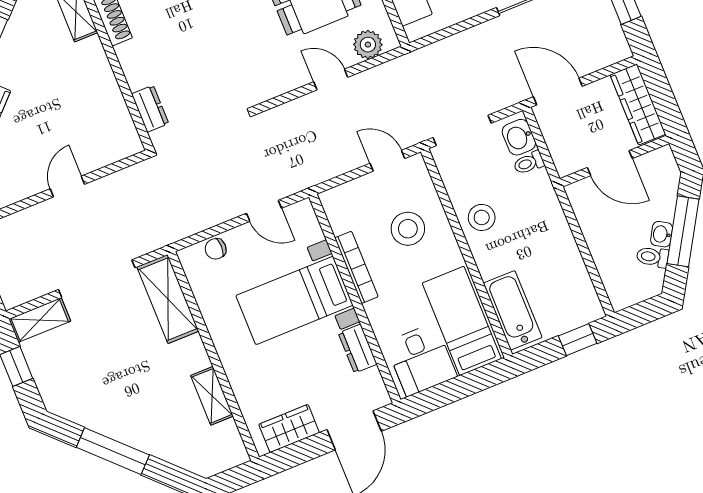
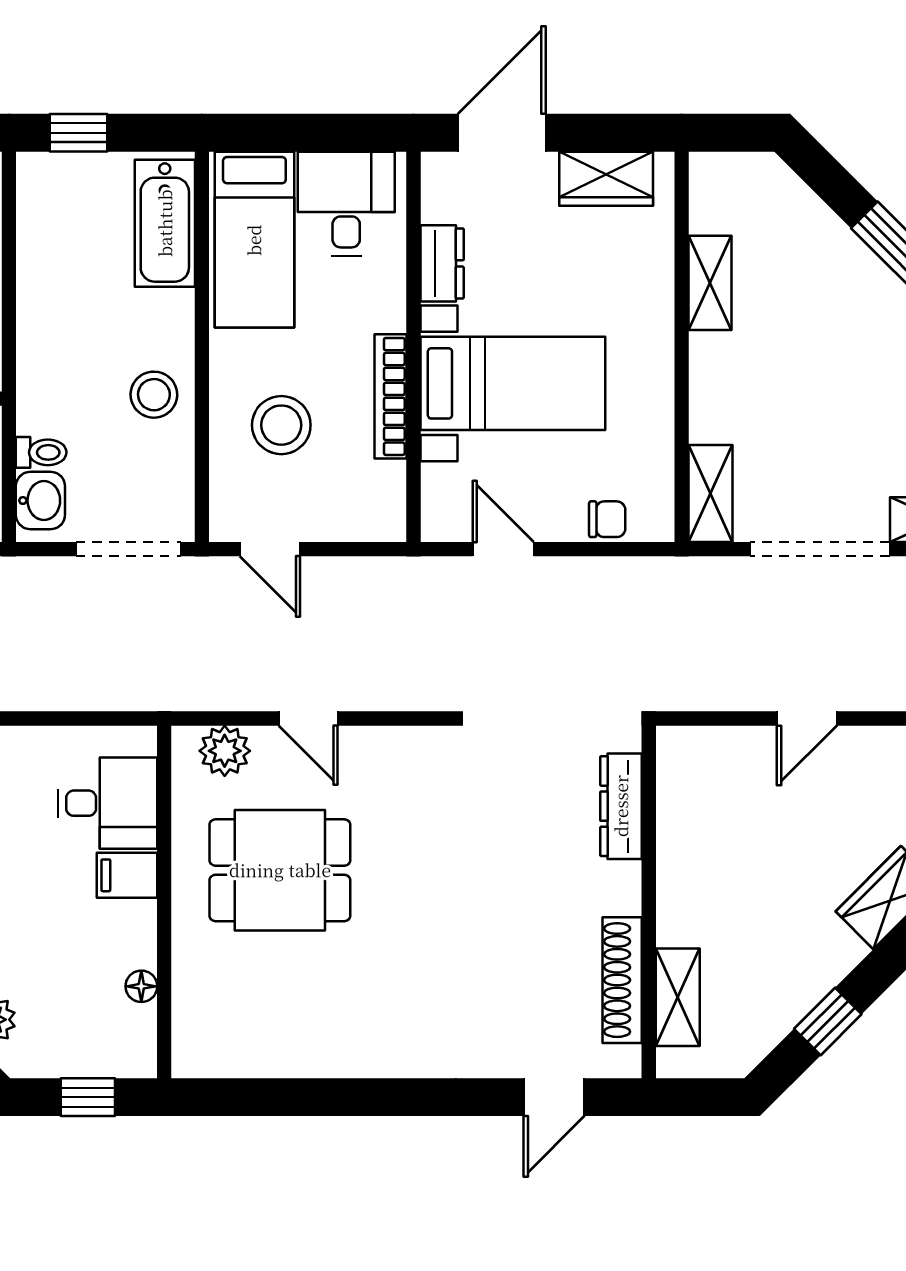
dresser: (150, 109) -> (621, 806), width x1.44
shelving: (168, 299) -> (711, 494), width x0.67, depth x0.75

